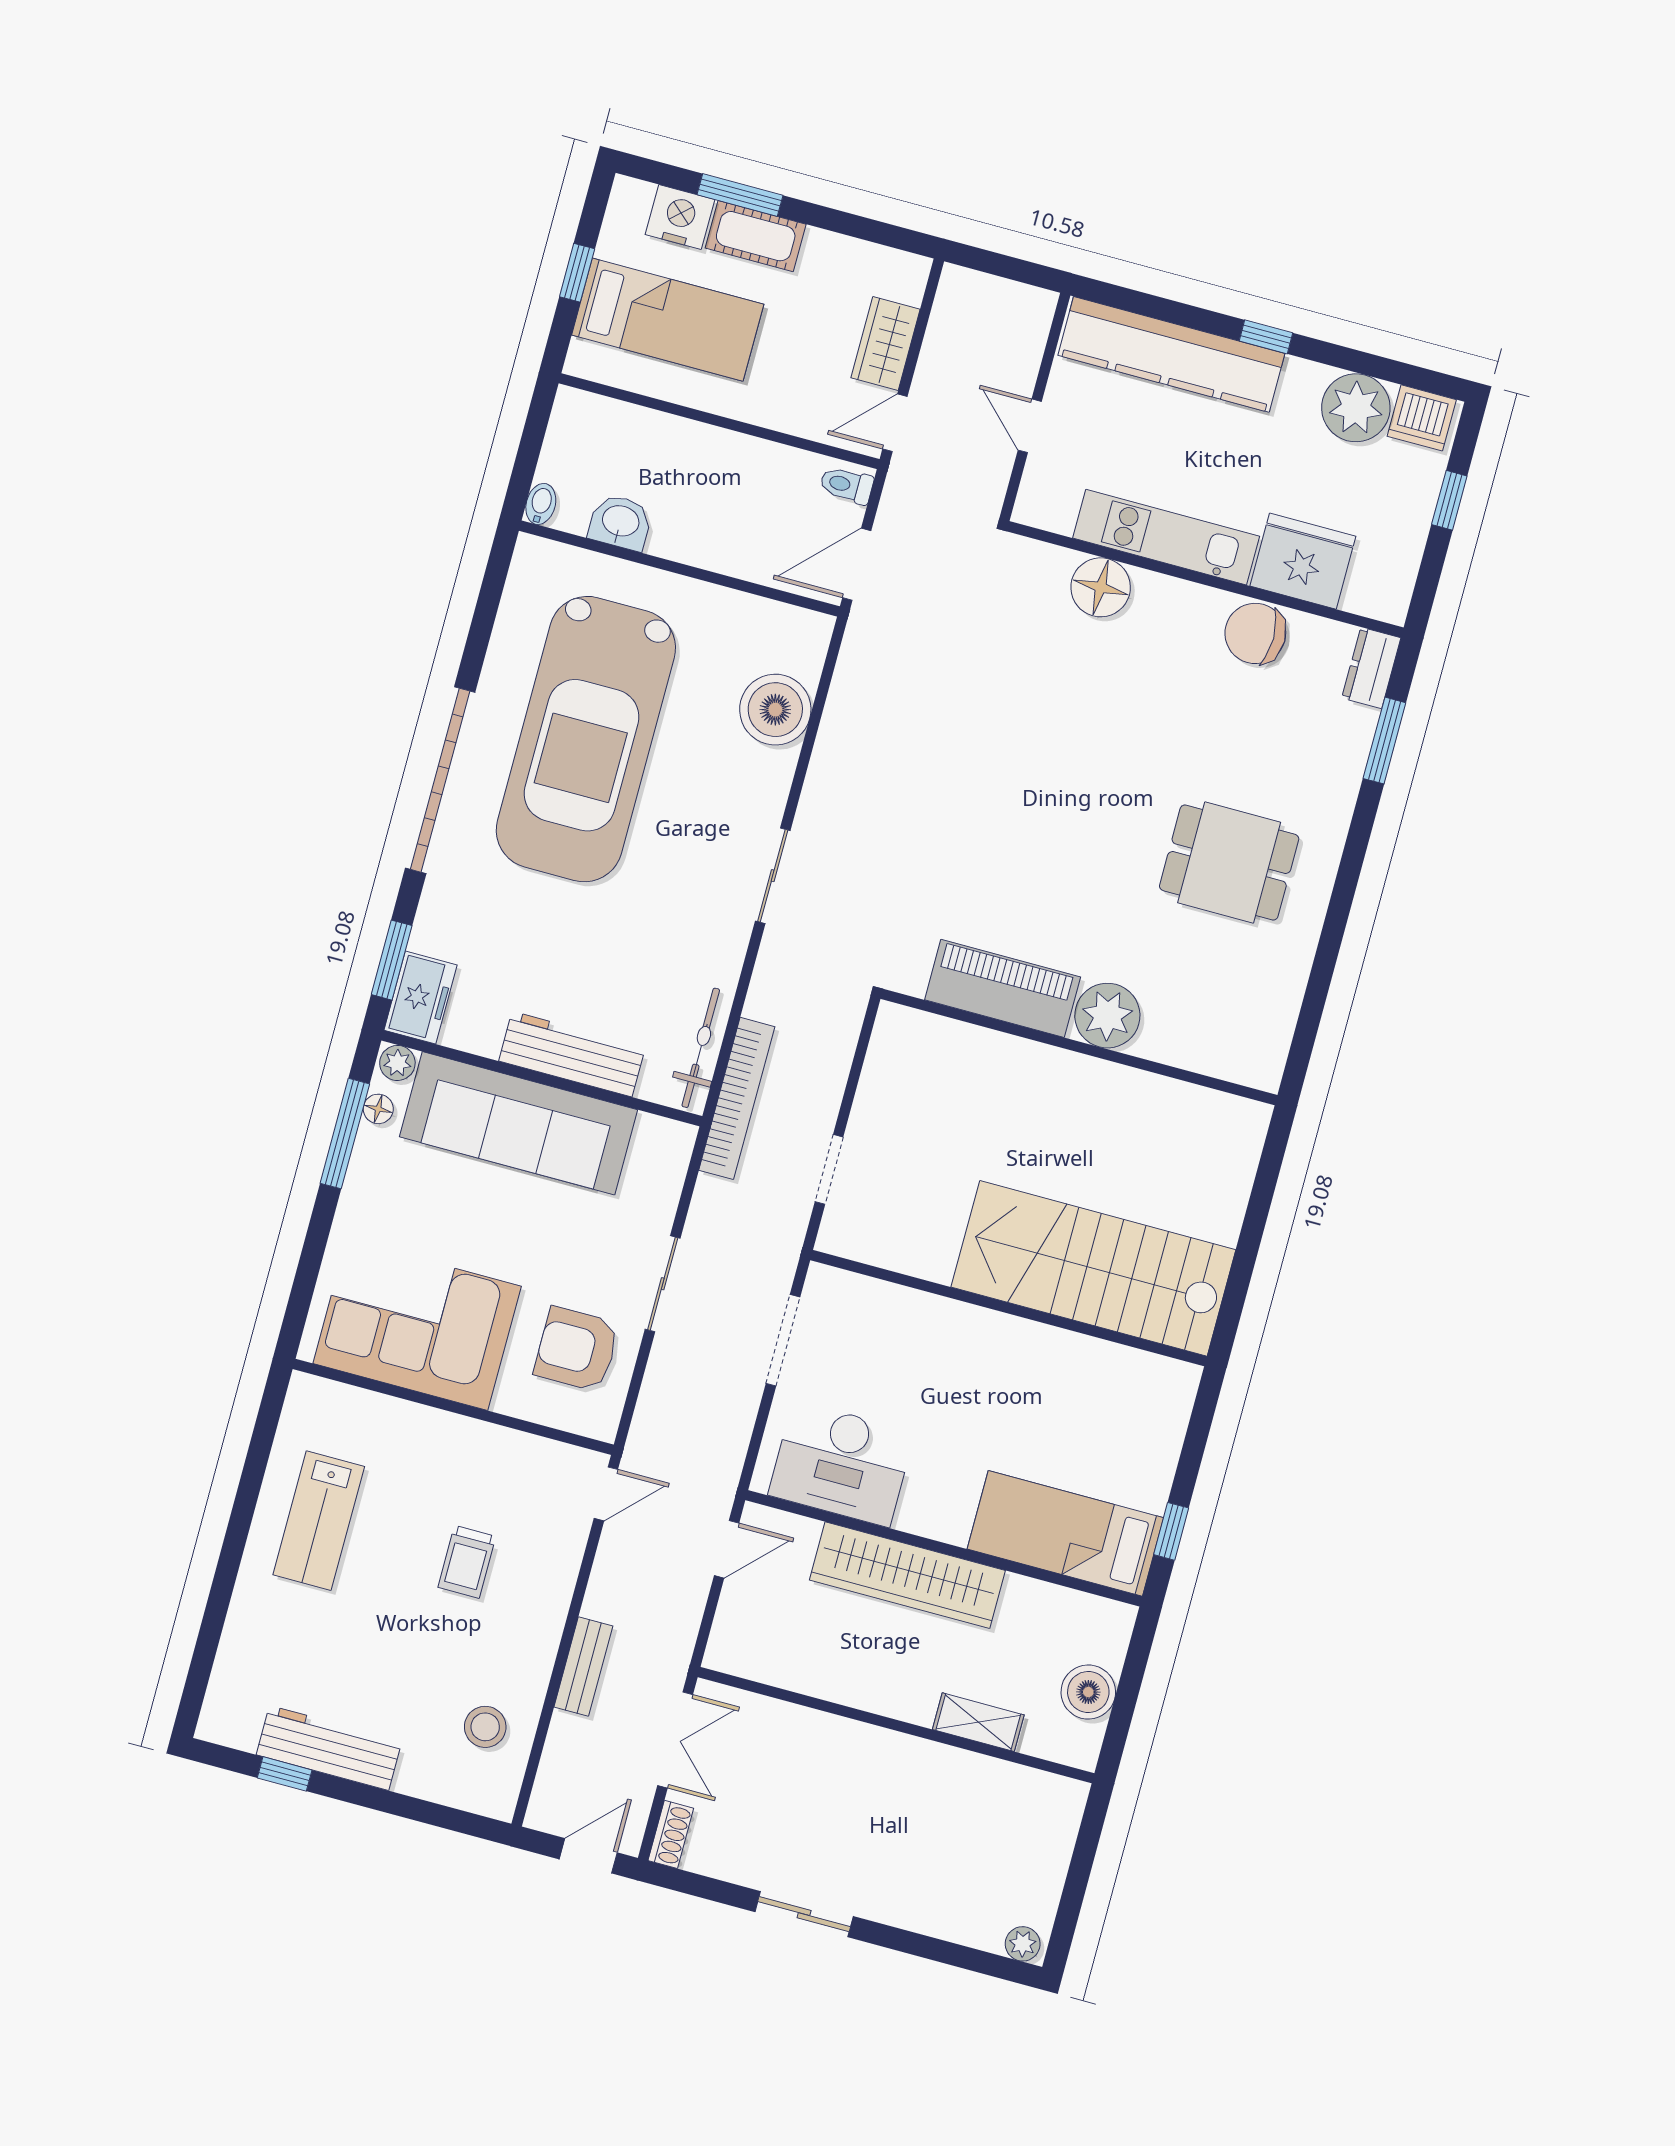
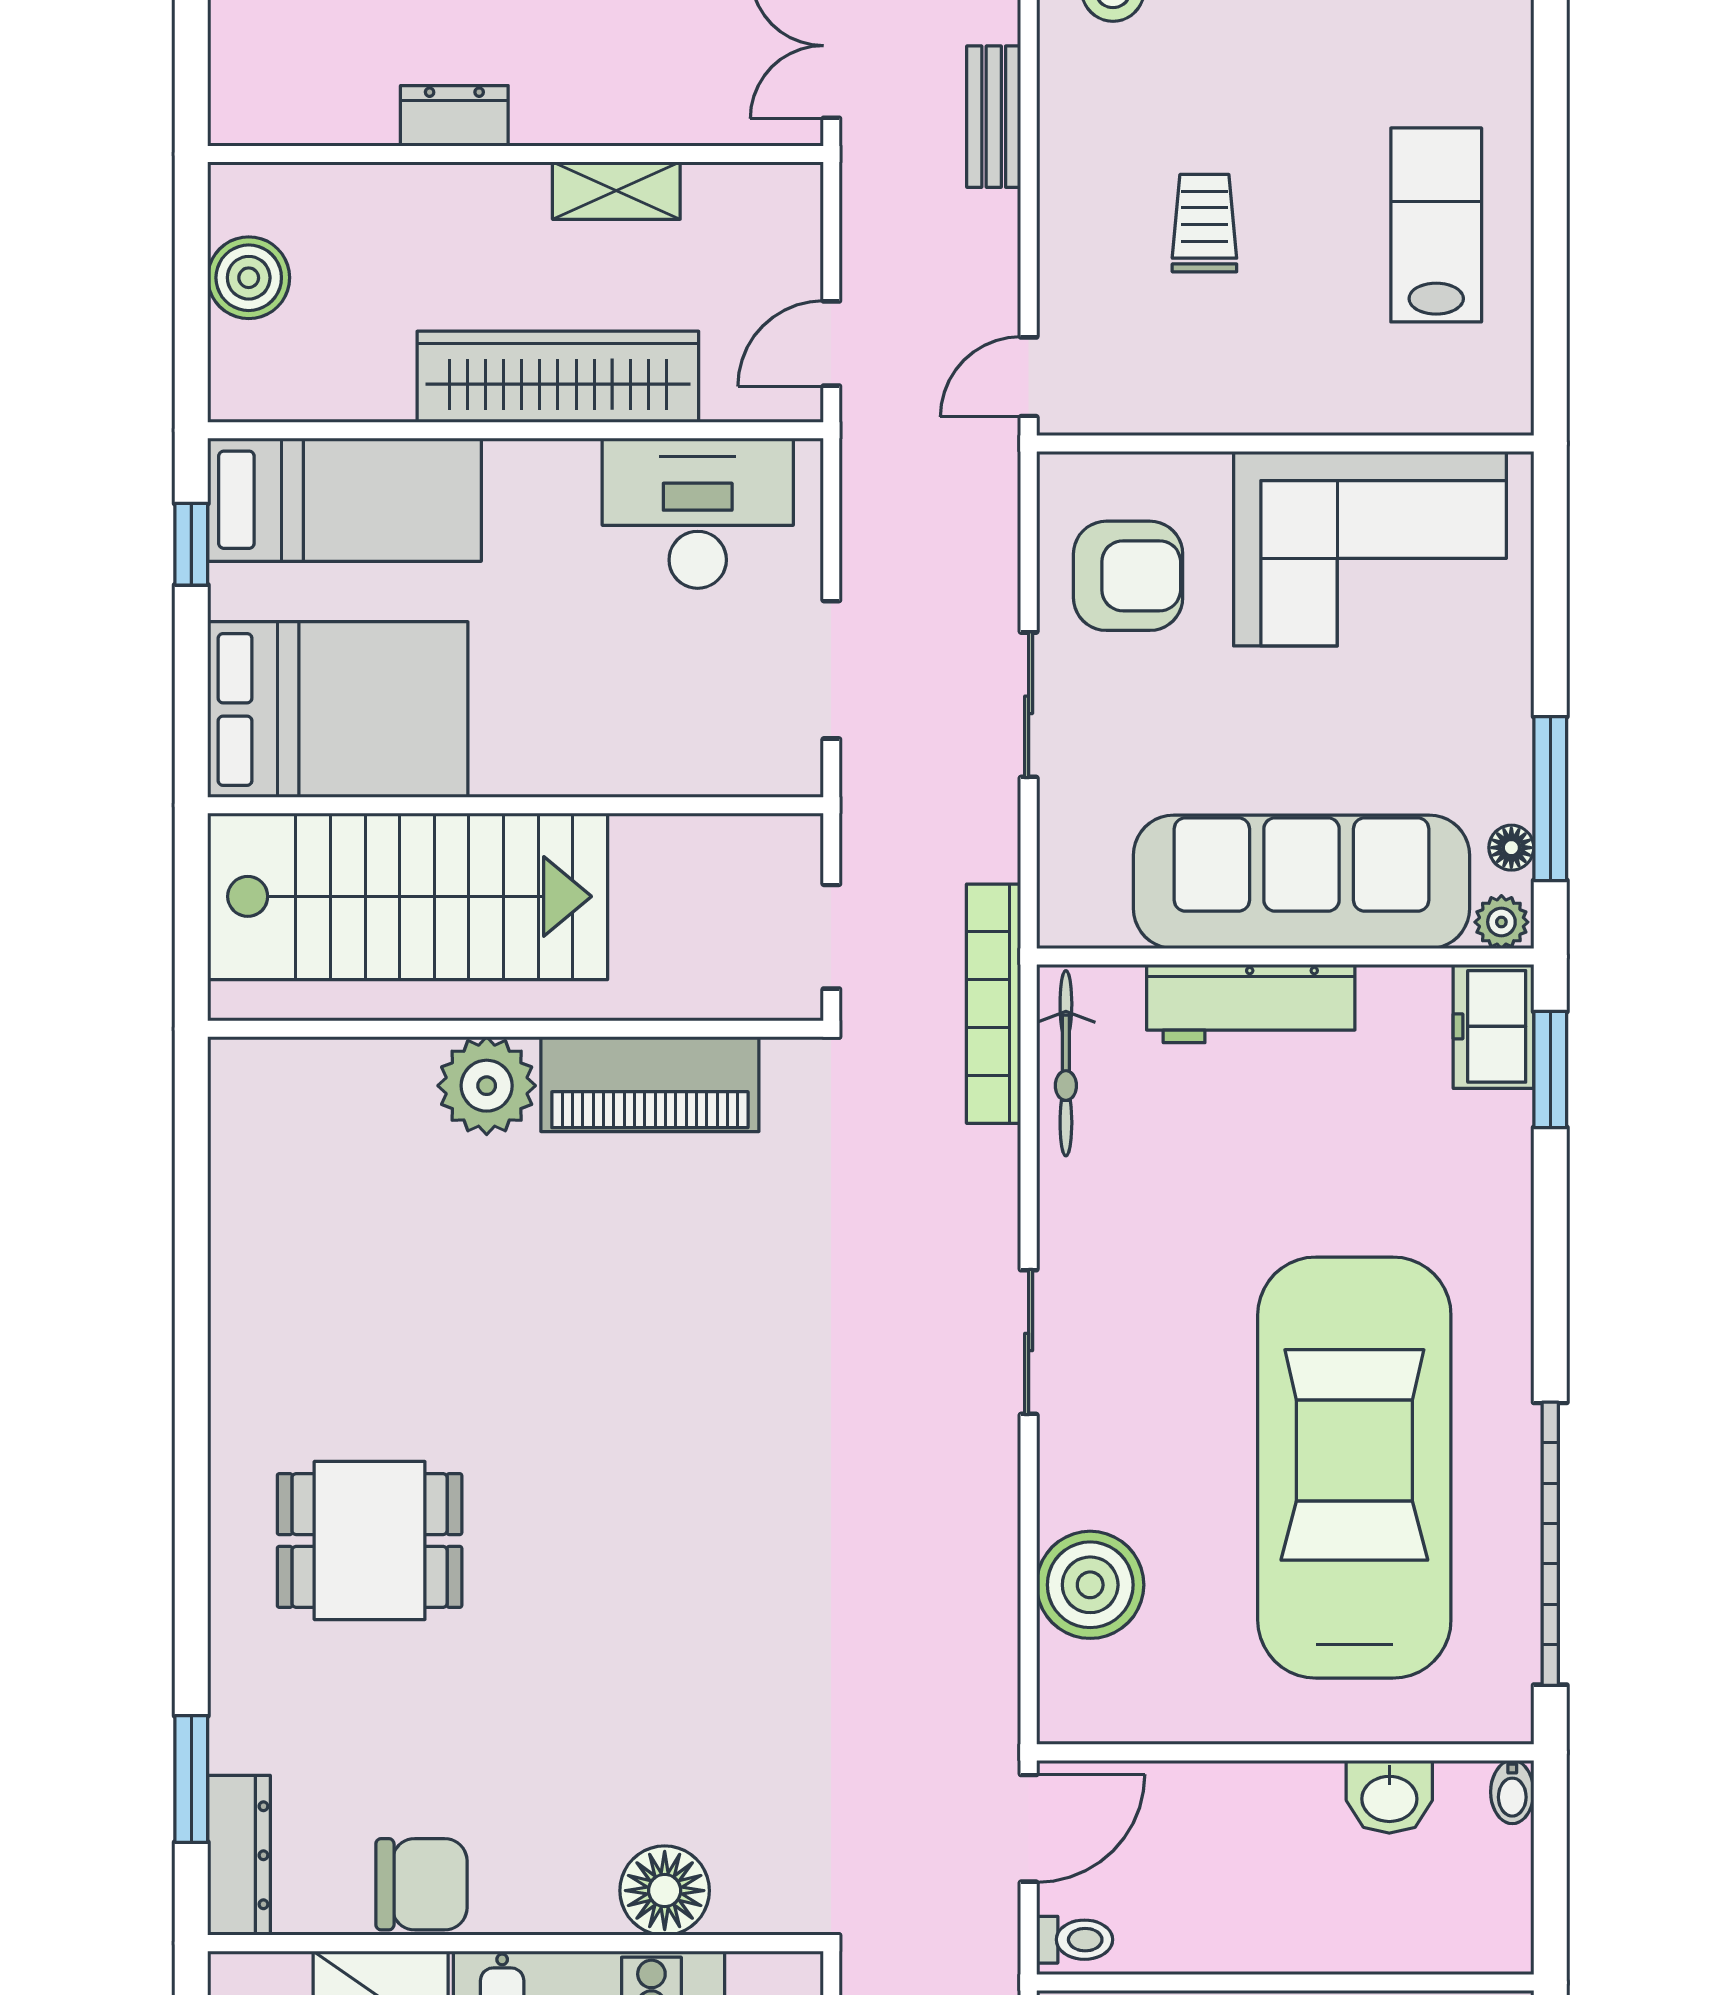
dresser: (1371, 668) -> (239, 1855), width x1.44
garage door: (440, 780) -> (1550, 1544), moved
piano: (1003, 988) -> (650, 1084), moved
plant: (1107, 1016) -> (487, 1086), moved
wall: (1079, 1047) -> (516, 1029), moved
bed: (1106, 1400) -> (338, 709), added
shelving: (978, 1722) -> (616, 191), moved
dresser: (929, 1760) -> (454, 116), added

